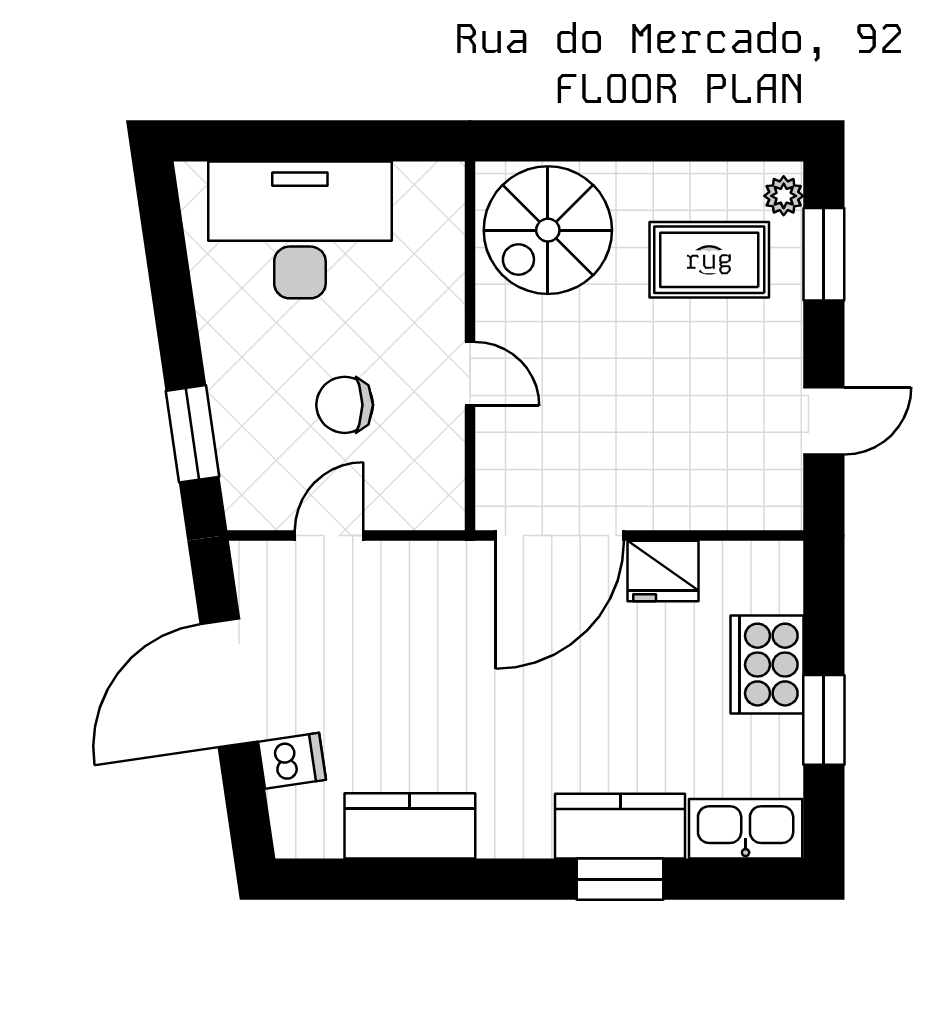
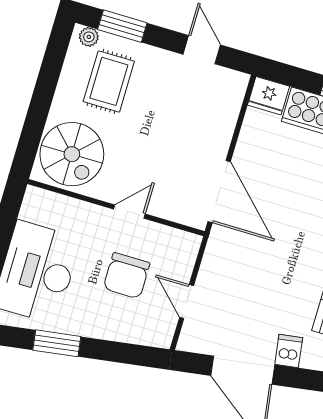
chair: (345, 405) -> (126, 276), width x1.37, depth x1.37
window: (193, 434) -> (57, 343), moved
fridge: (663, 571) -> (268, 96), moved, turned 90

